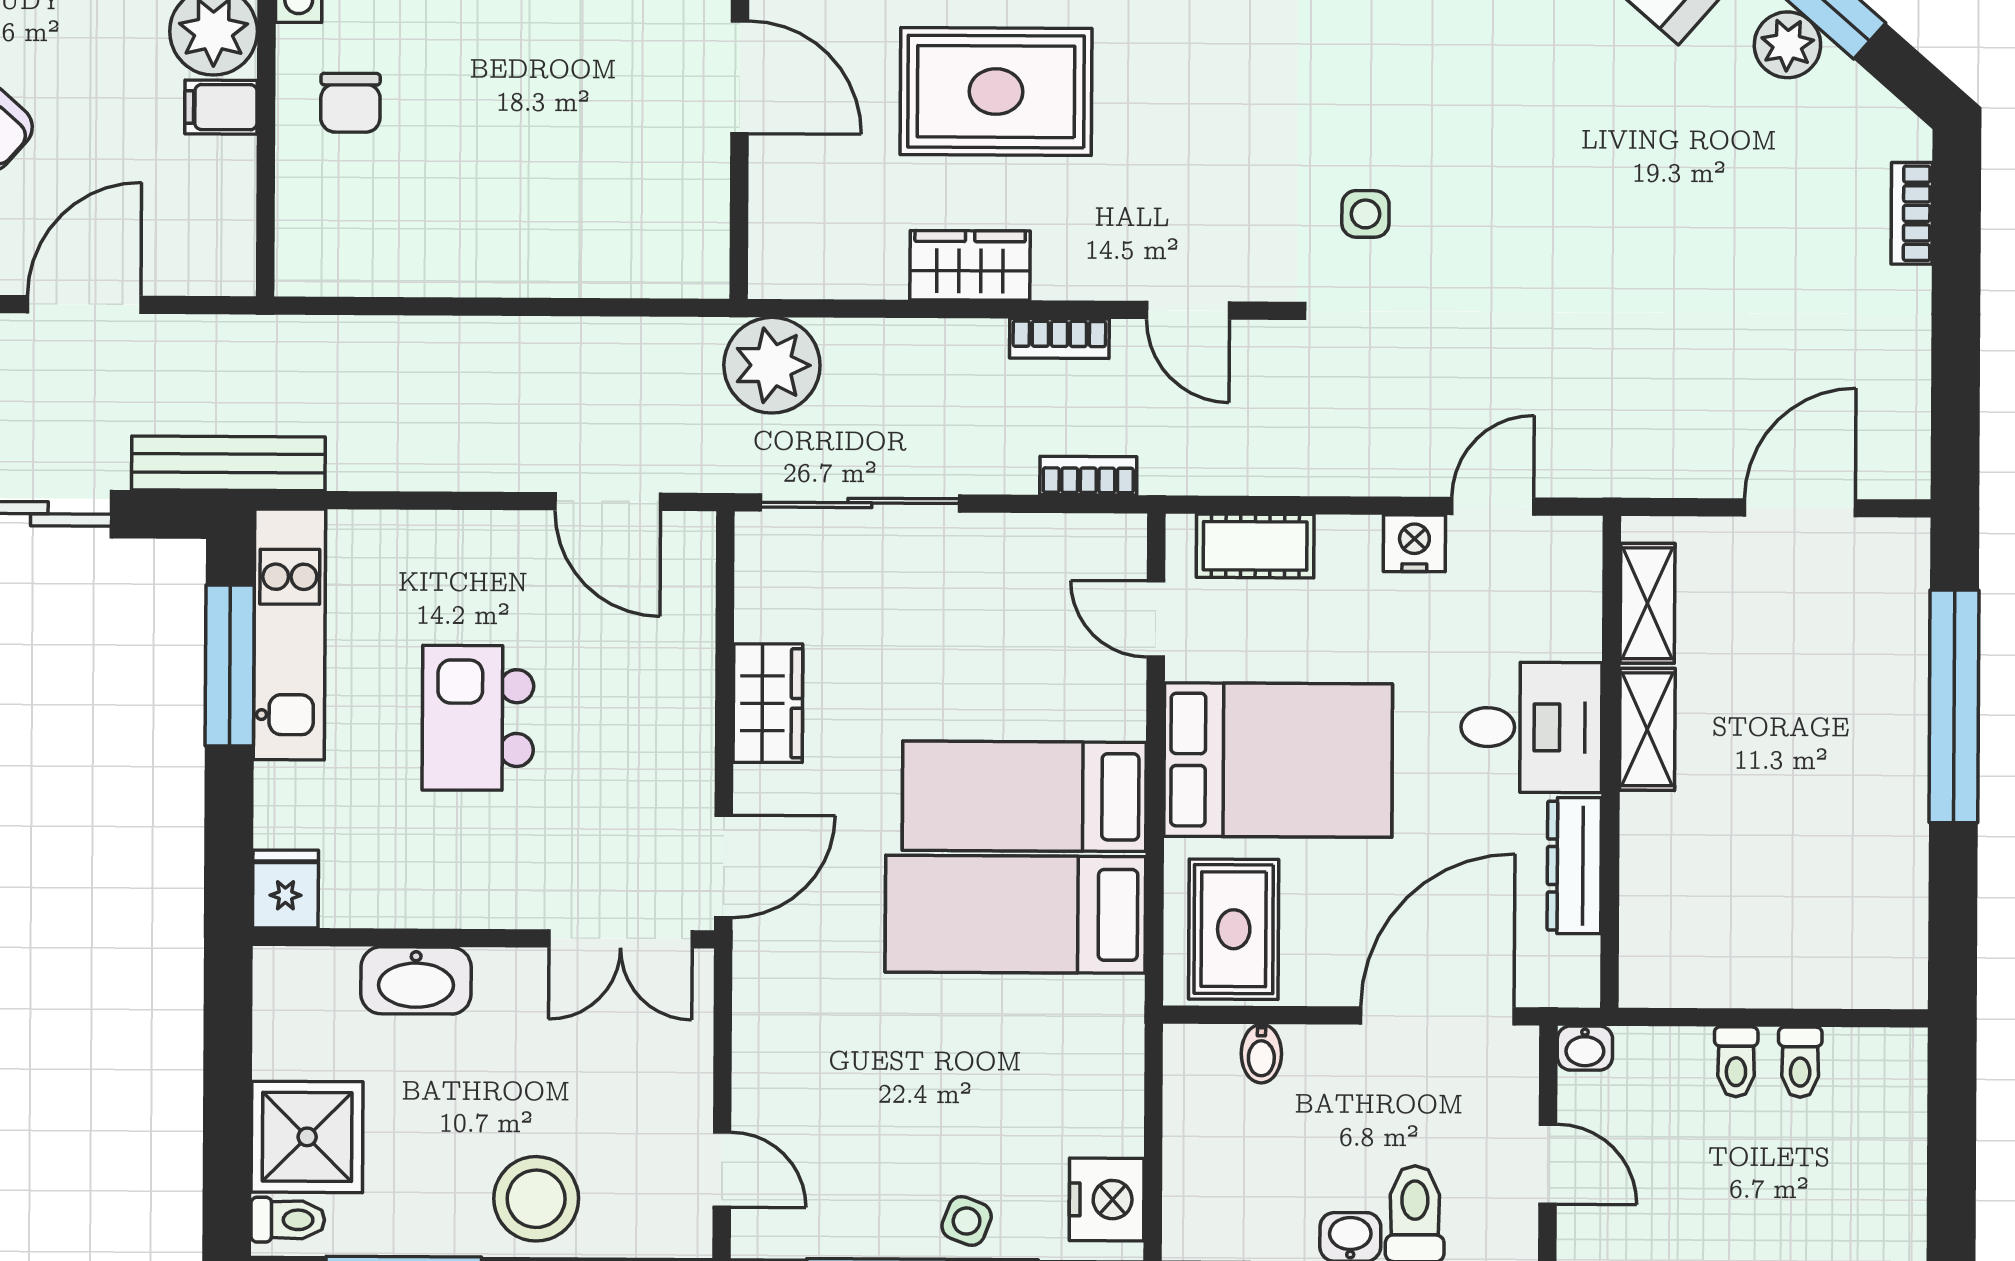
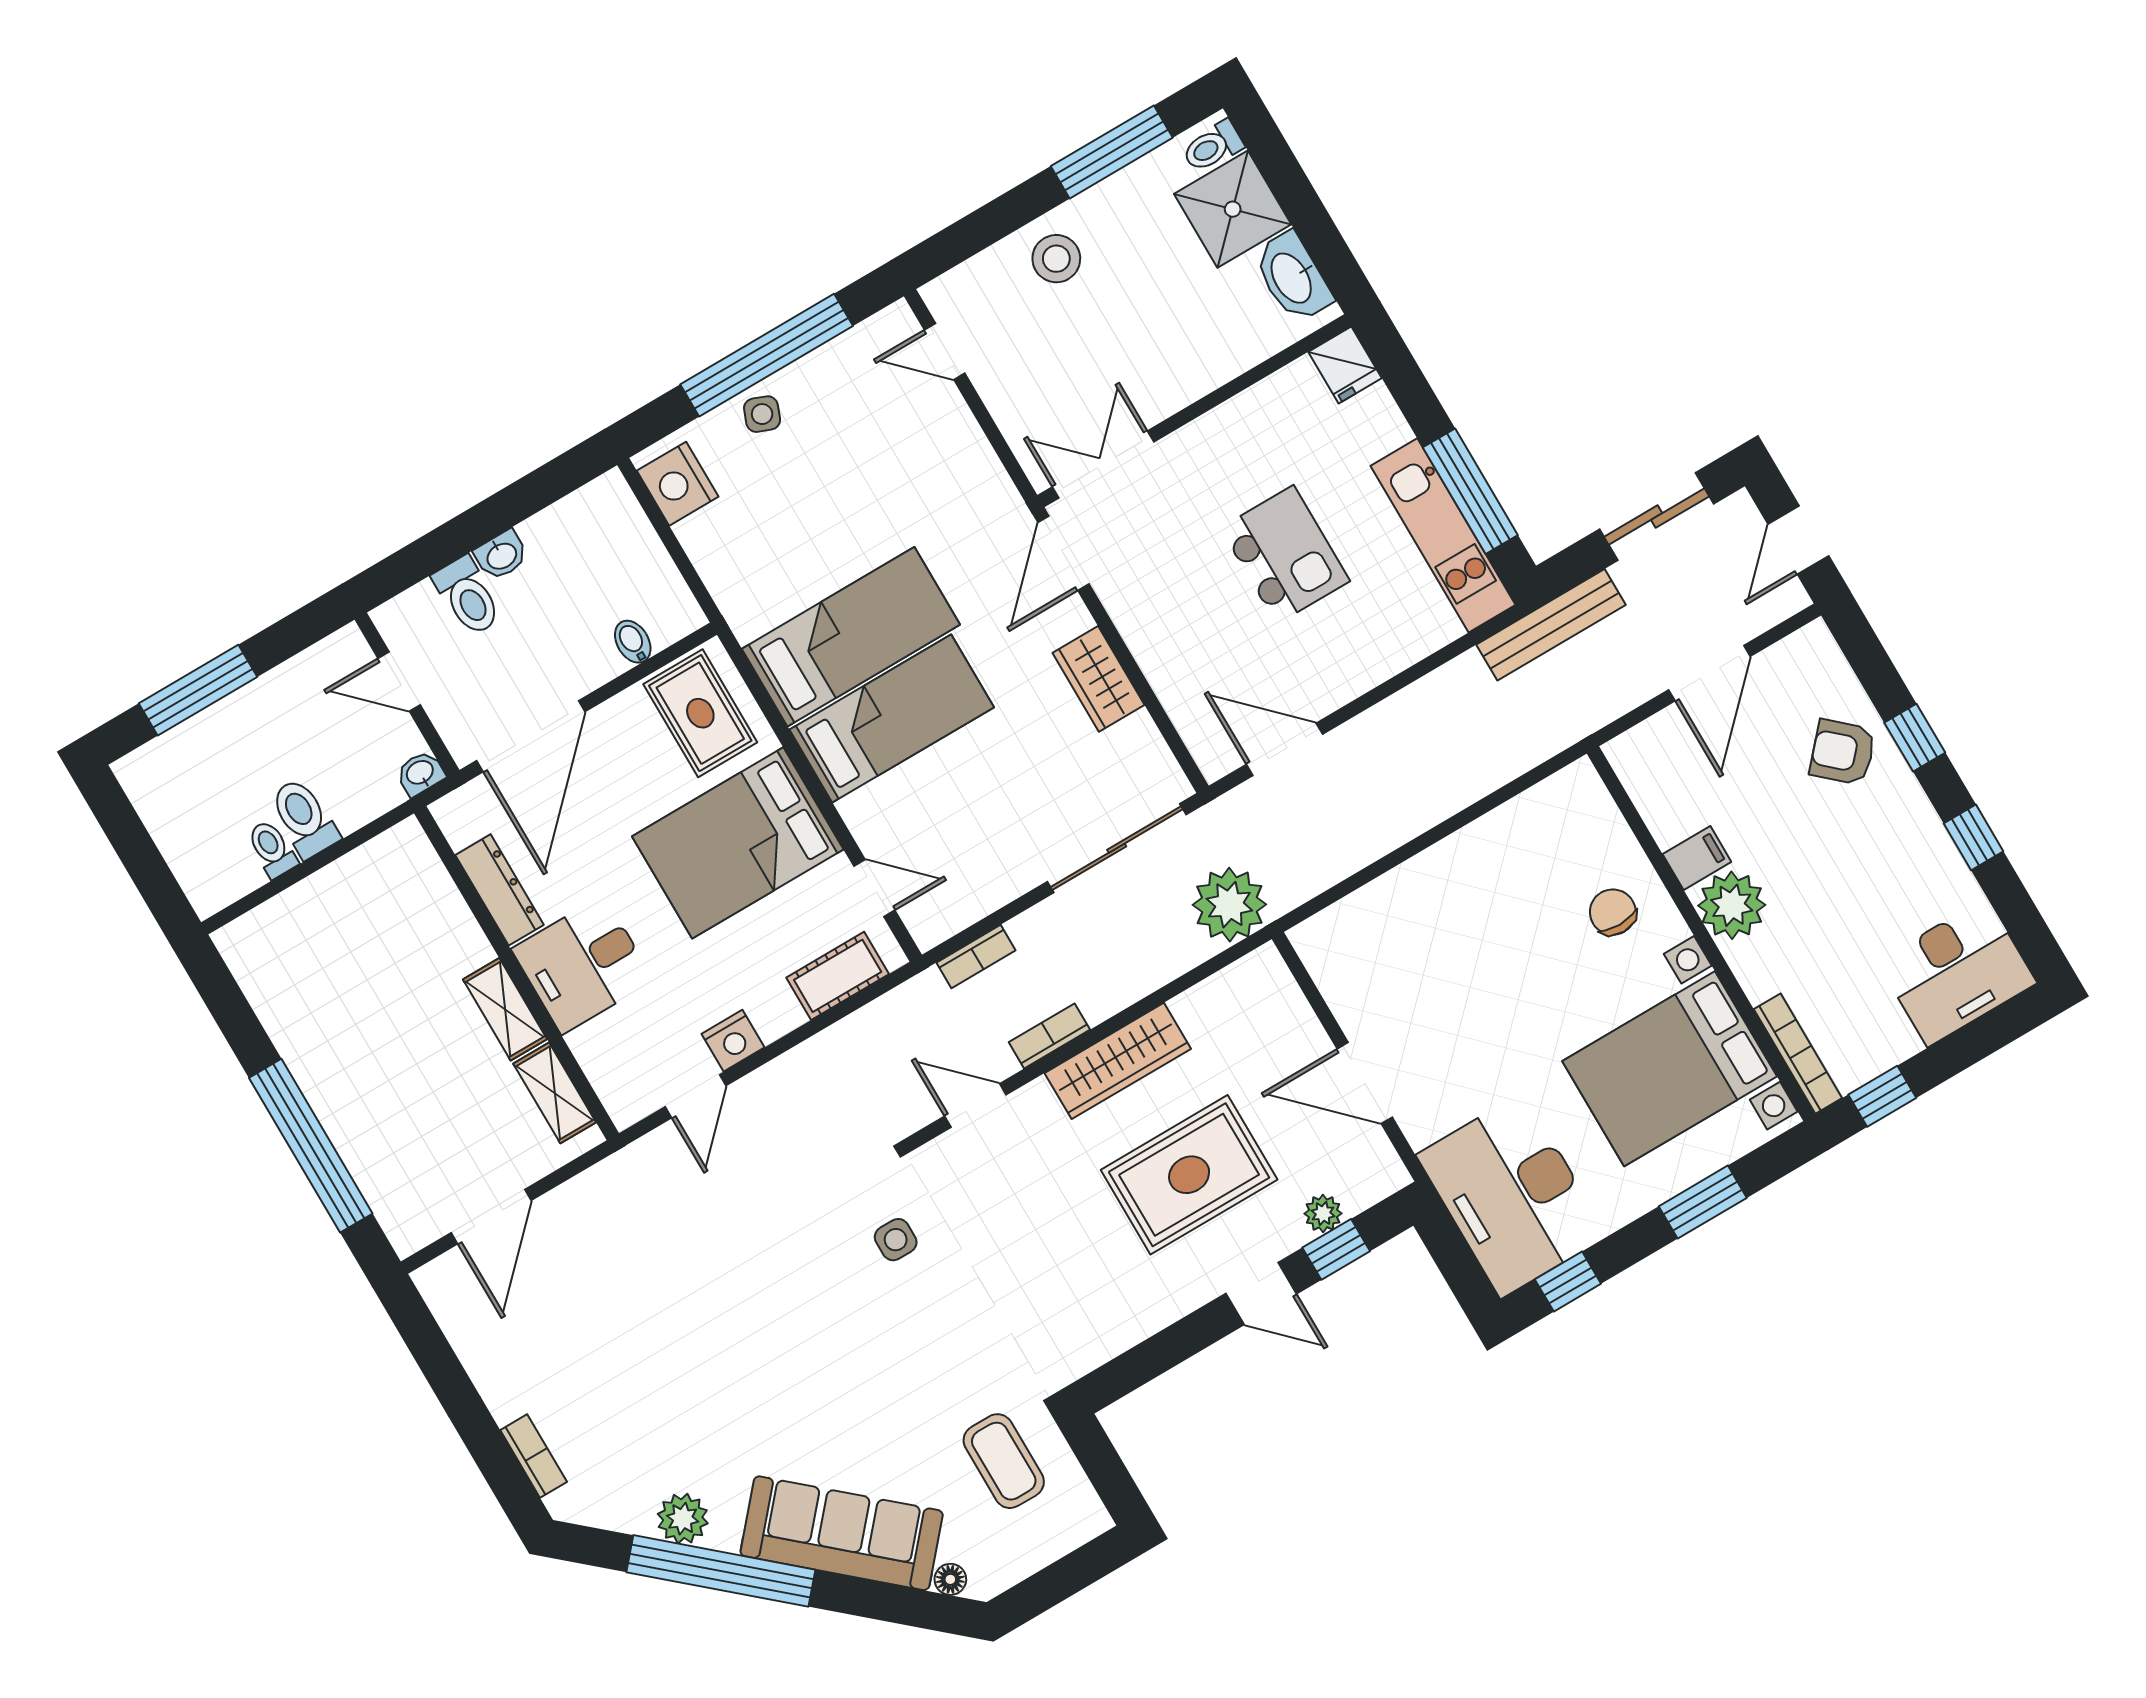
wardrobe: (970, 265) -> (1118, 1061), width x1.50
washbasin: (416, 980) -> (1293, 277), moved, turned -90
toilet: (1736, 1062) -> (304, 818), width x1.37, depth x1.39
stool: (536, 1199) -> (1056, 259), width x0.73, depth x0.73

